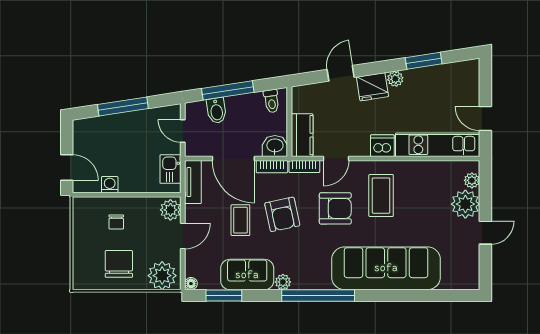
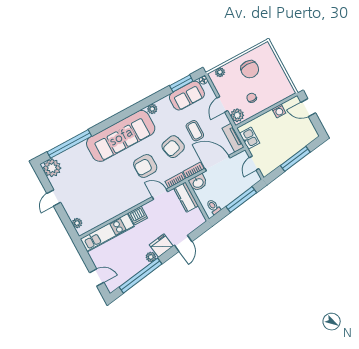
window: (424, 61) -> (140, 276), width x2.11
bidet: (217, 111) -> (241, 185), removed
door: (485, 118) -> (97, 277), moved
door: (183, 131) -> (254, 163), swing flipped
door: (336, 159) -> (160, 194), hinge flipped
coffee table: (381, 196) -> (123, 187), removed
plant: (465, 204) -> (52, 168), moved
armchair: (282, 214) -> (173, 147), turned -92
chair: (116, 222) -> (252, 98), moved
sofa: (386, 268) -> (121, 136), moved
sofa: (247, 275) -> (187, 96), moved
plant: (162, 276) -> (220, 72), width x0.53, depth x0.53
window: (318, 296) -> (69, 144), moved

